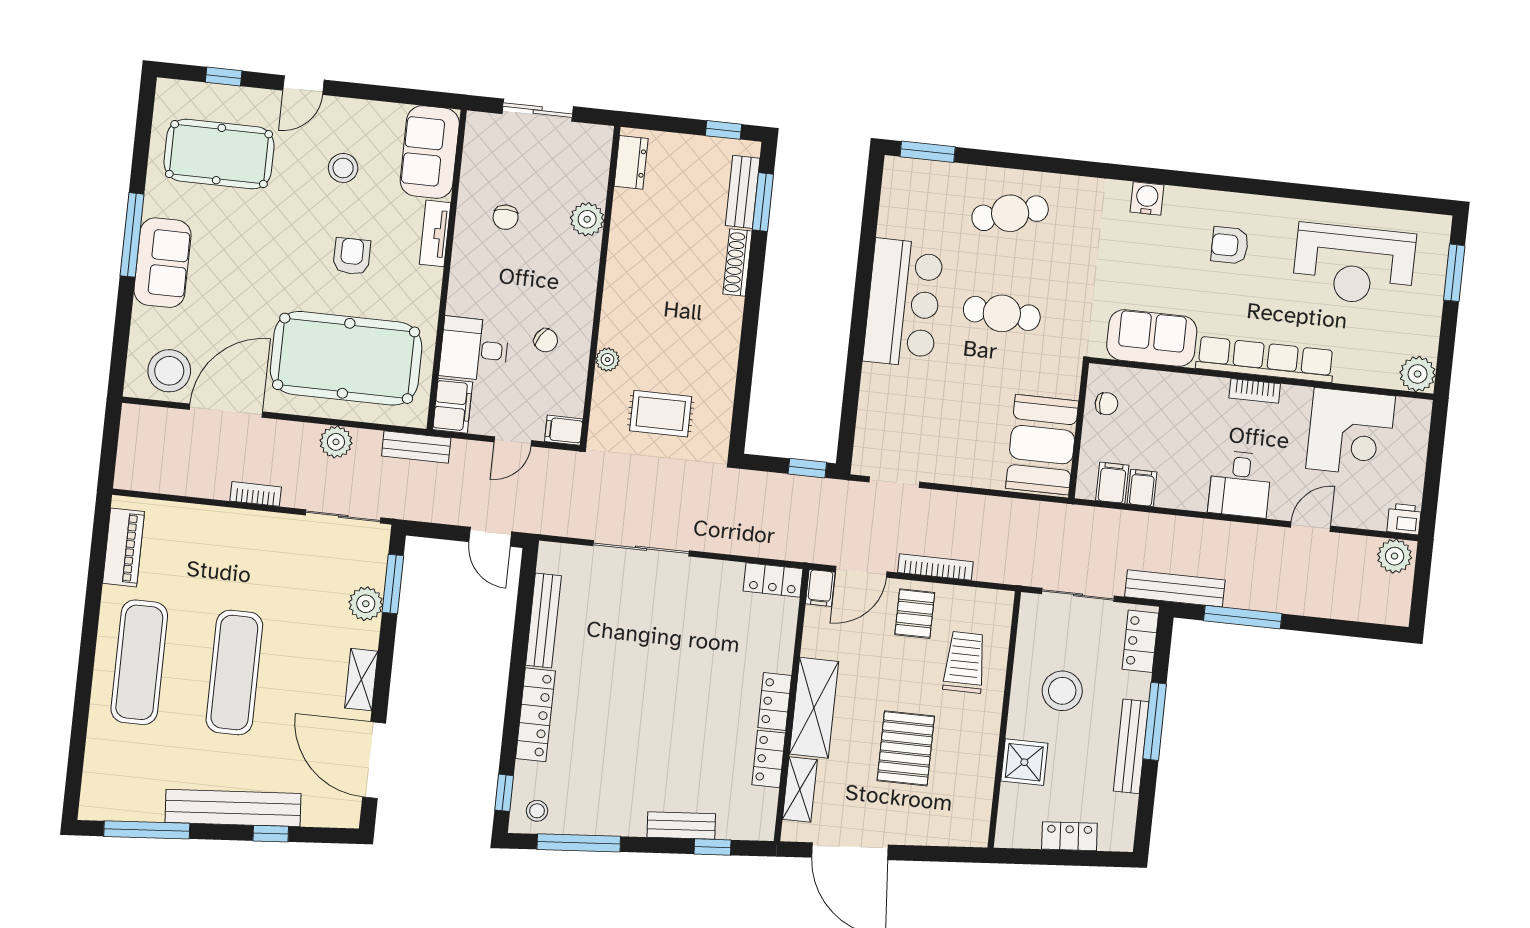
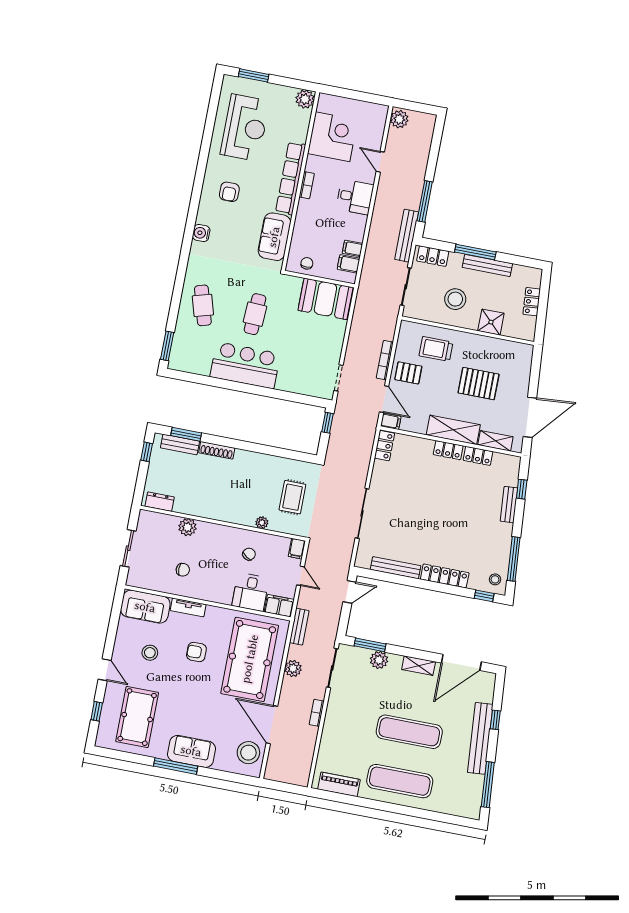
printer: (1404, 519) -> (380, 113), removed

